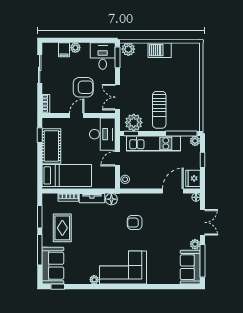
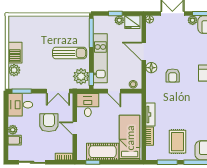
plant: (128, 49) -> (14, 70), moved
desk: (102, 134) -> (88, 105), width x0.73
plant: (195, 141) -> (119, 20), moved
door: (173, 191) -> (144, 51), moved
floor lamp: (111, 199) -> (151, 68), moved
rug: (62, 228) -> (178, 142), turned 90

